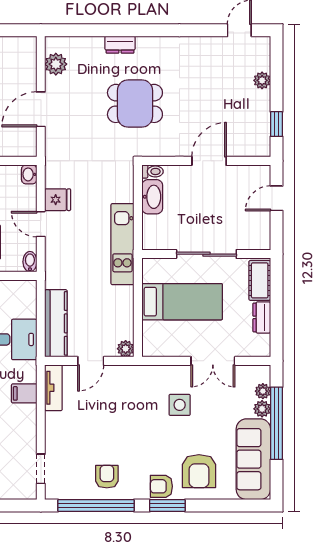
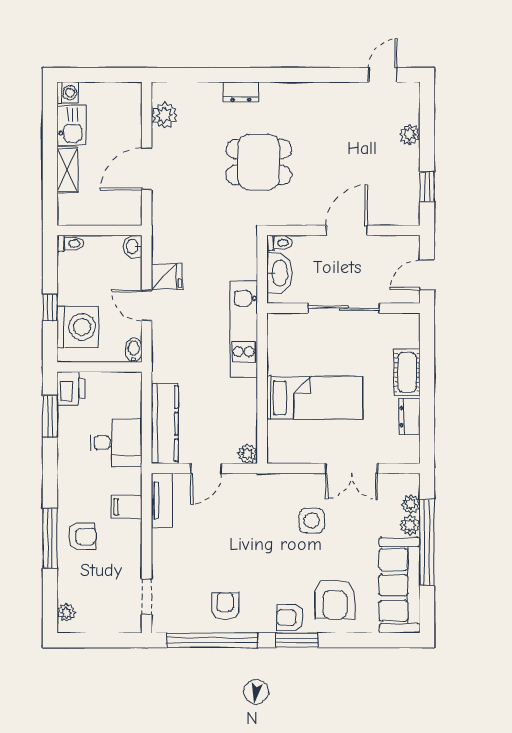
sliding door: (206, 254) -> (344, 308), moved
wall: (206, 254) -> (343, 308), moved

